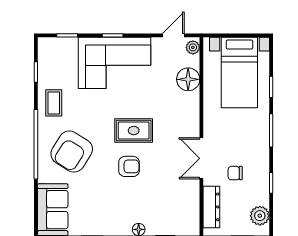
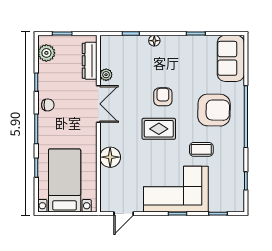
plant: (193, 47) -> (106, 75), moved
floor lamp: (188, 79) -> (110, 157), moved
coffee table: (54, 103) -> (201, 149), moved, turned 90
armchair: (72, 152) -> (214, 110), turned 59
armchair: (129, 166) -> (163, 97), turned 90
chair: (235, 173) -> (48, 105), moved

